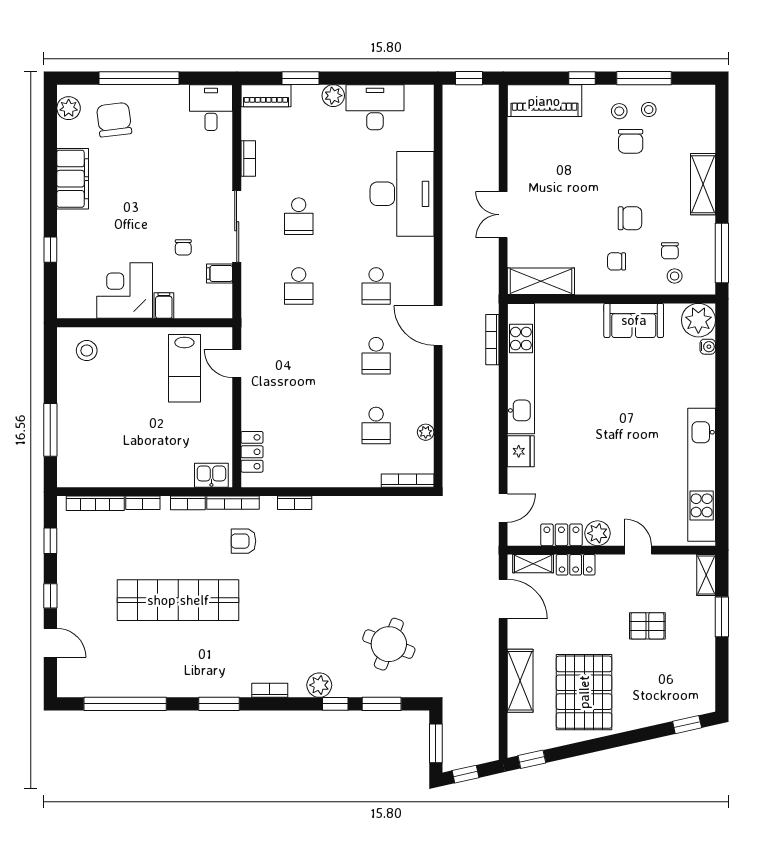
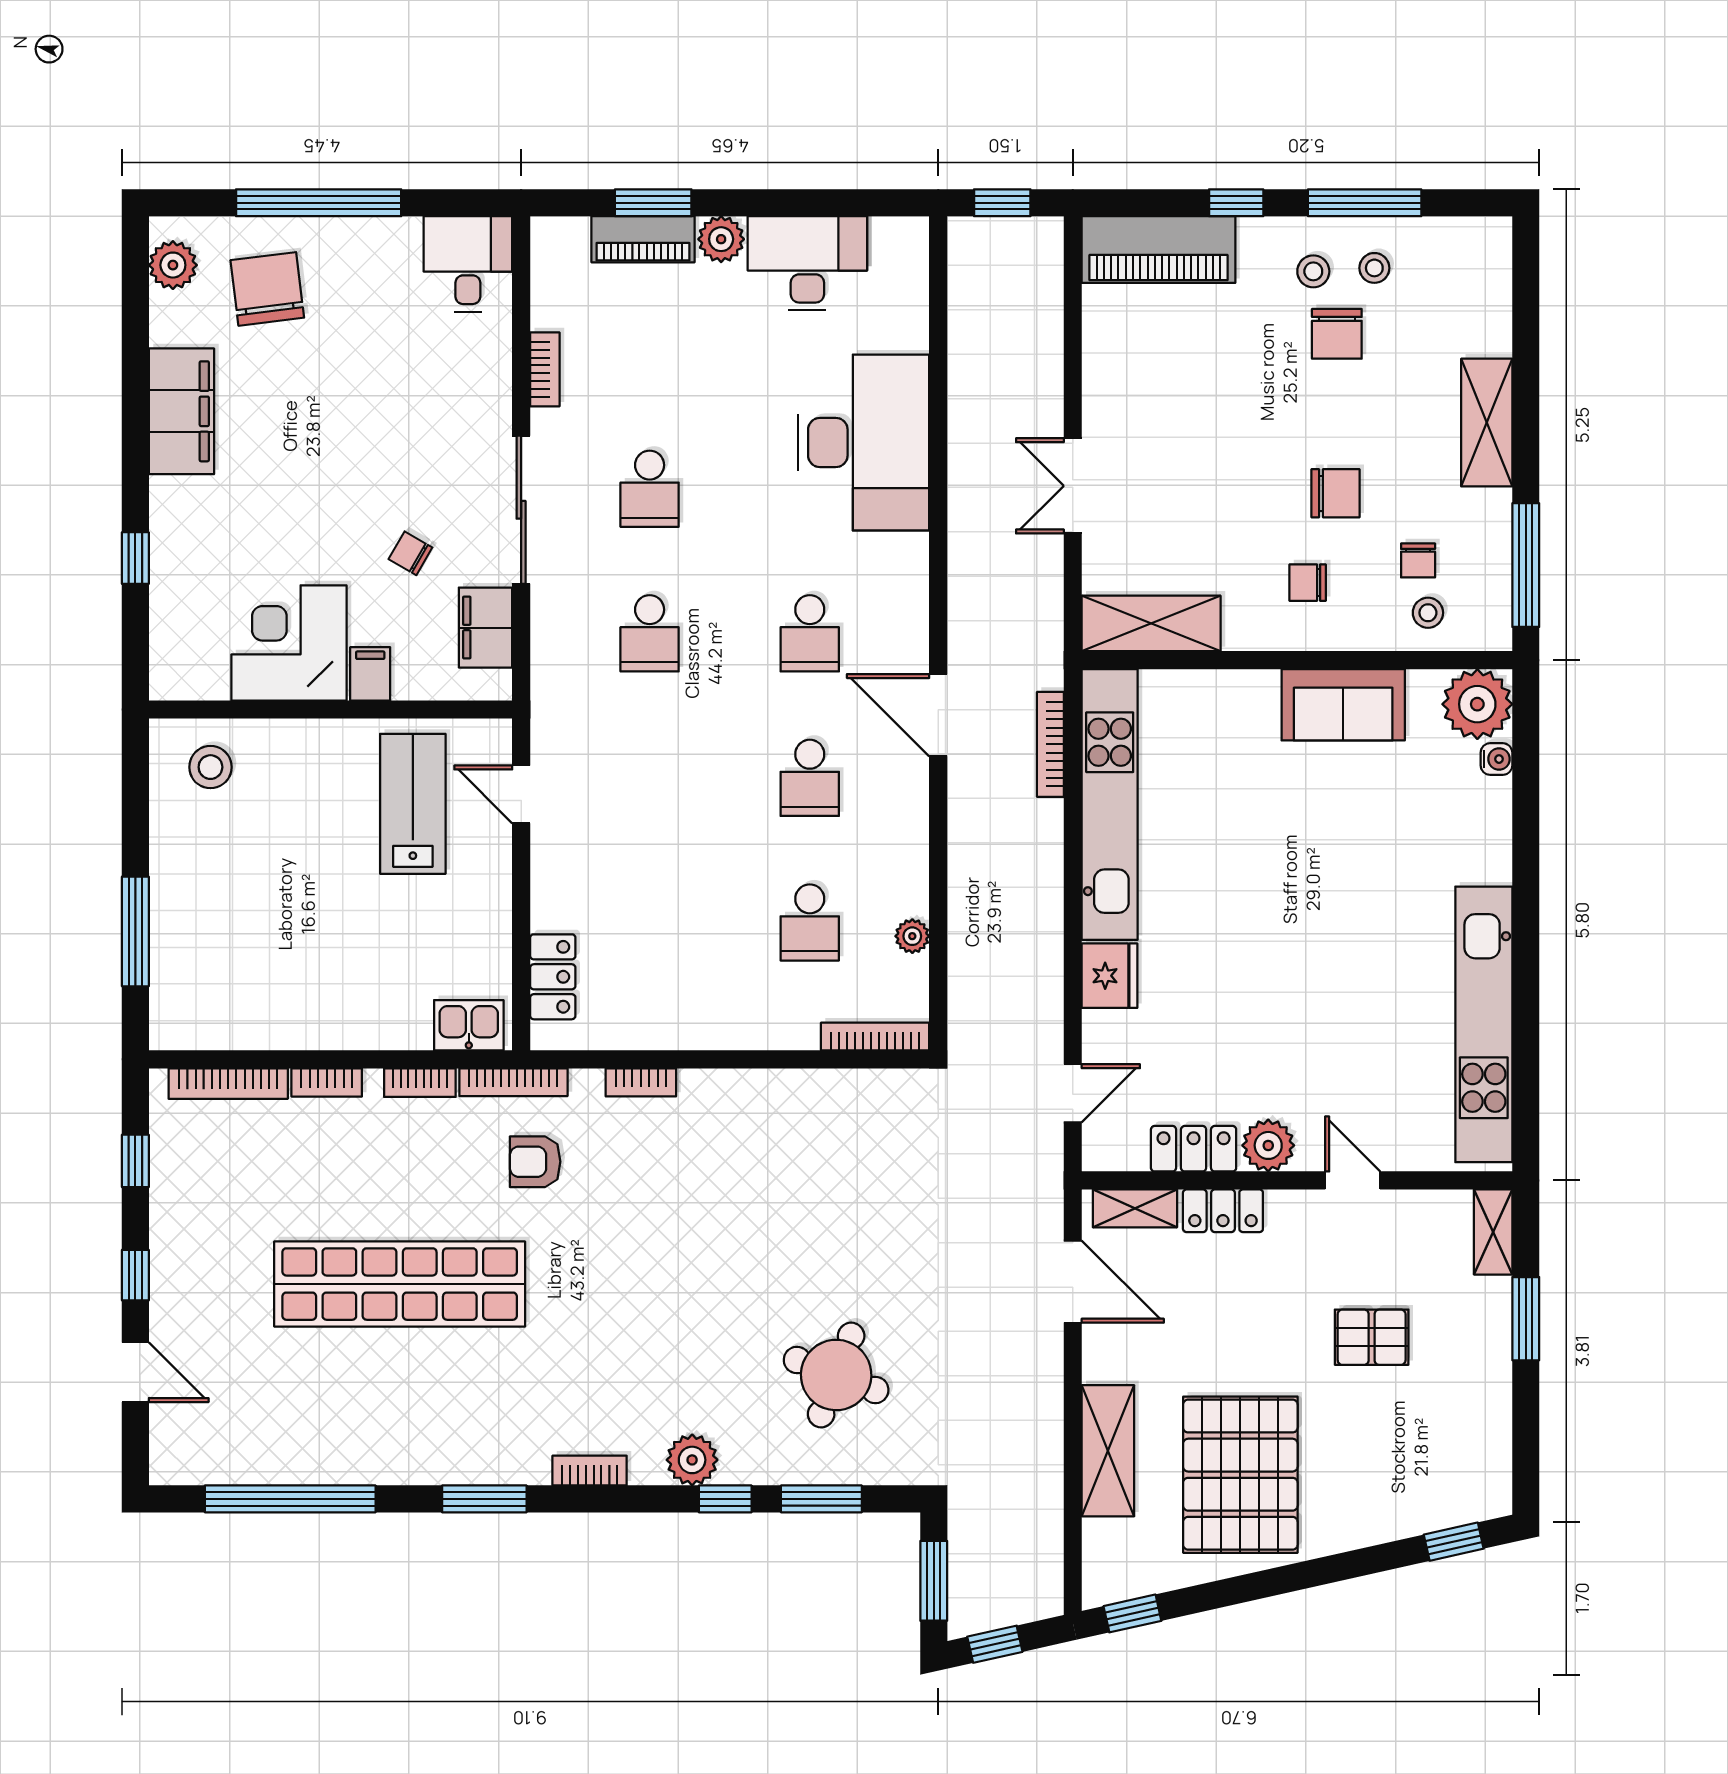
piano: (266, 96) -> (643, 239), moved
chair: (183, 247) -> (410, 553), turned 120
filing cabinet: (219, 273) -> (485, 628), width x2.00
lab bench: (184, 368) -> (413, 804), turned 180

